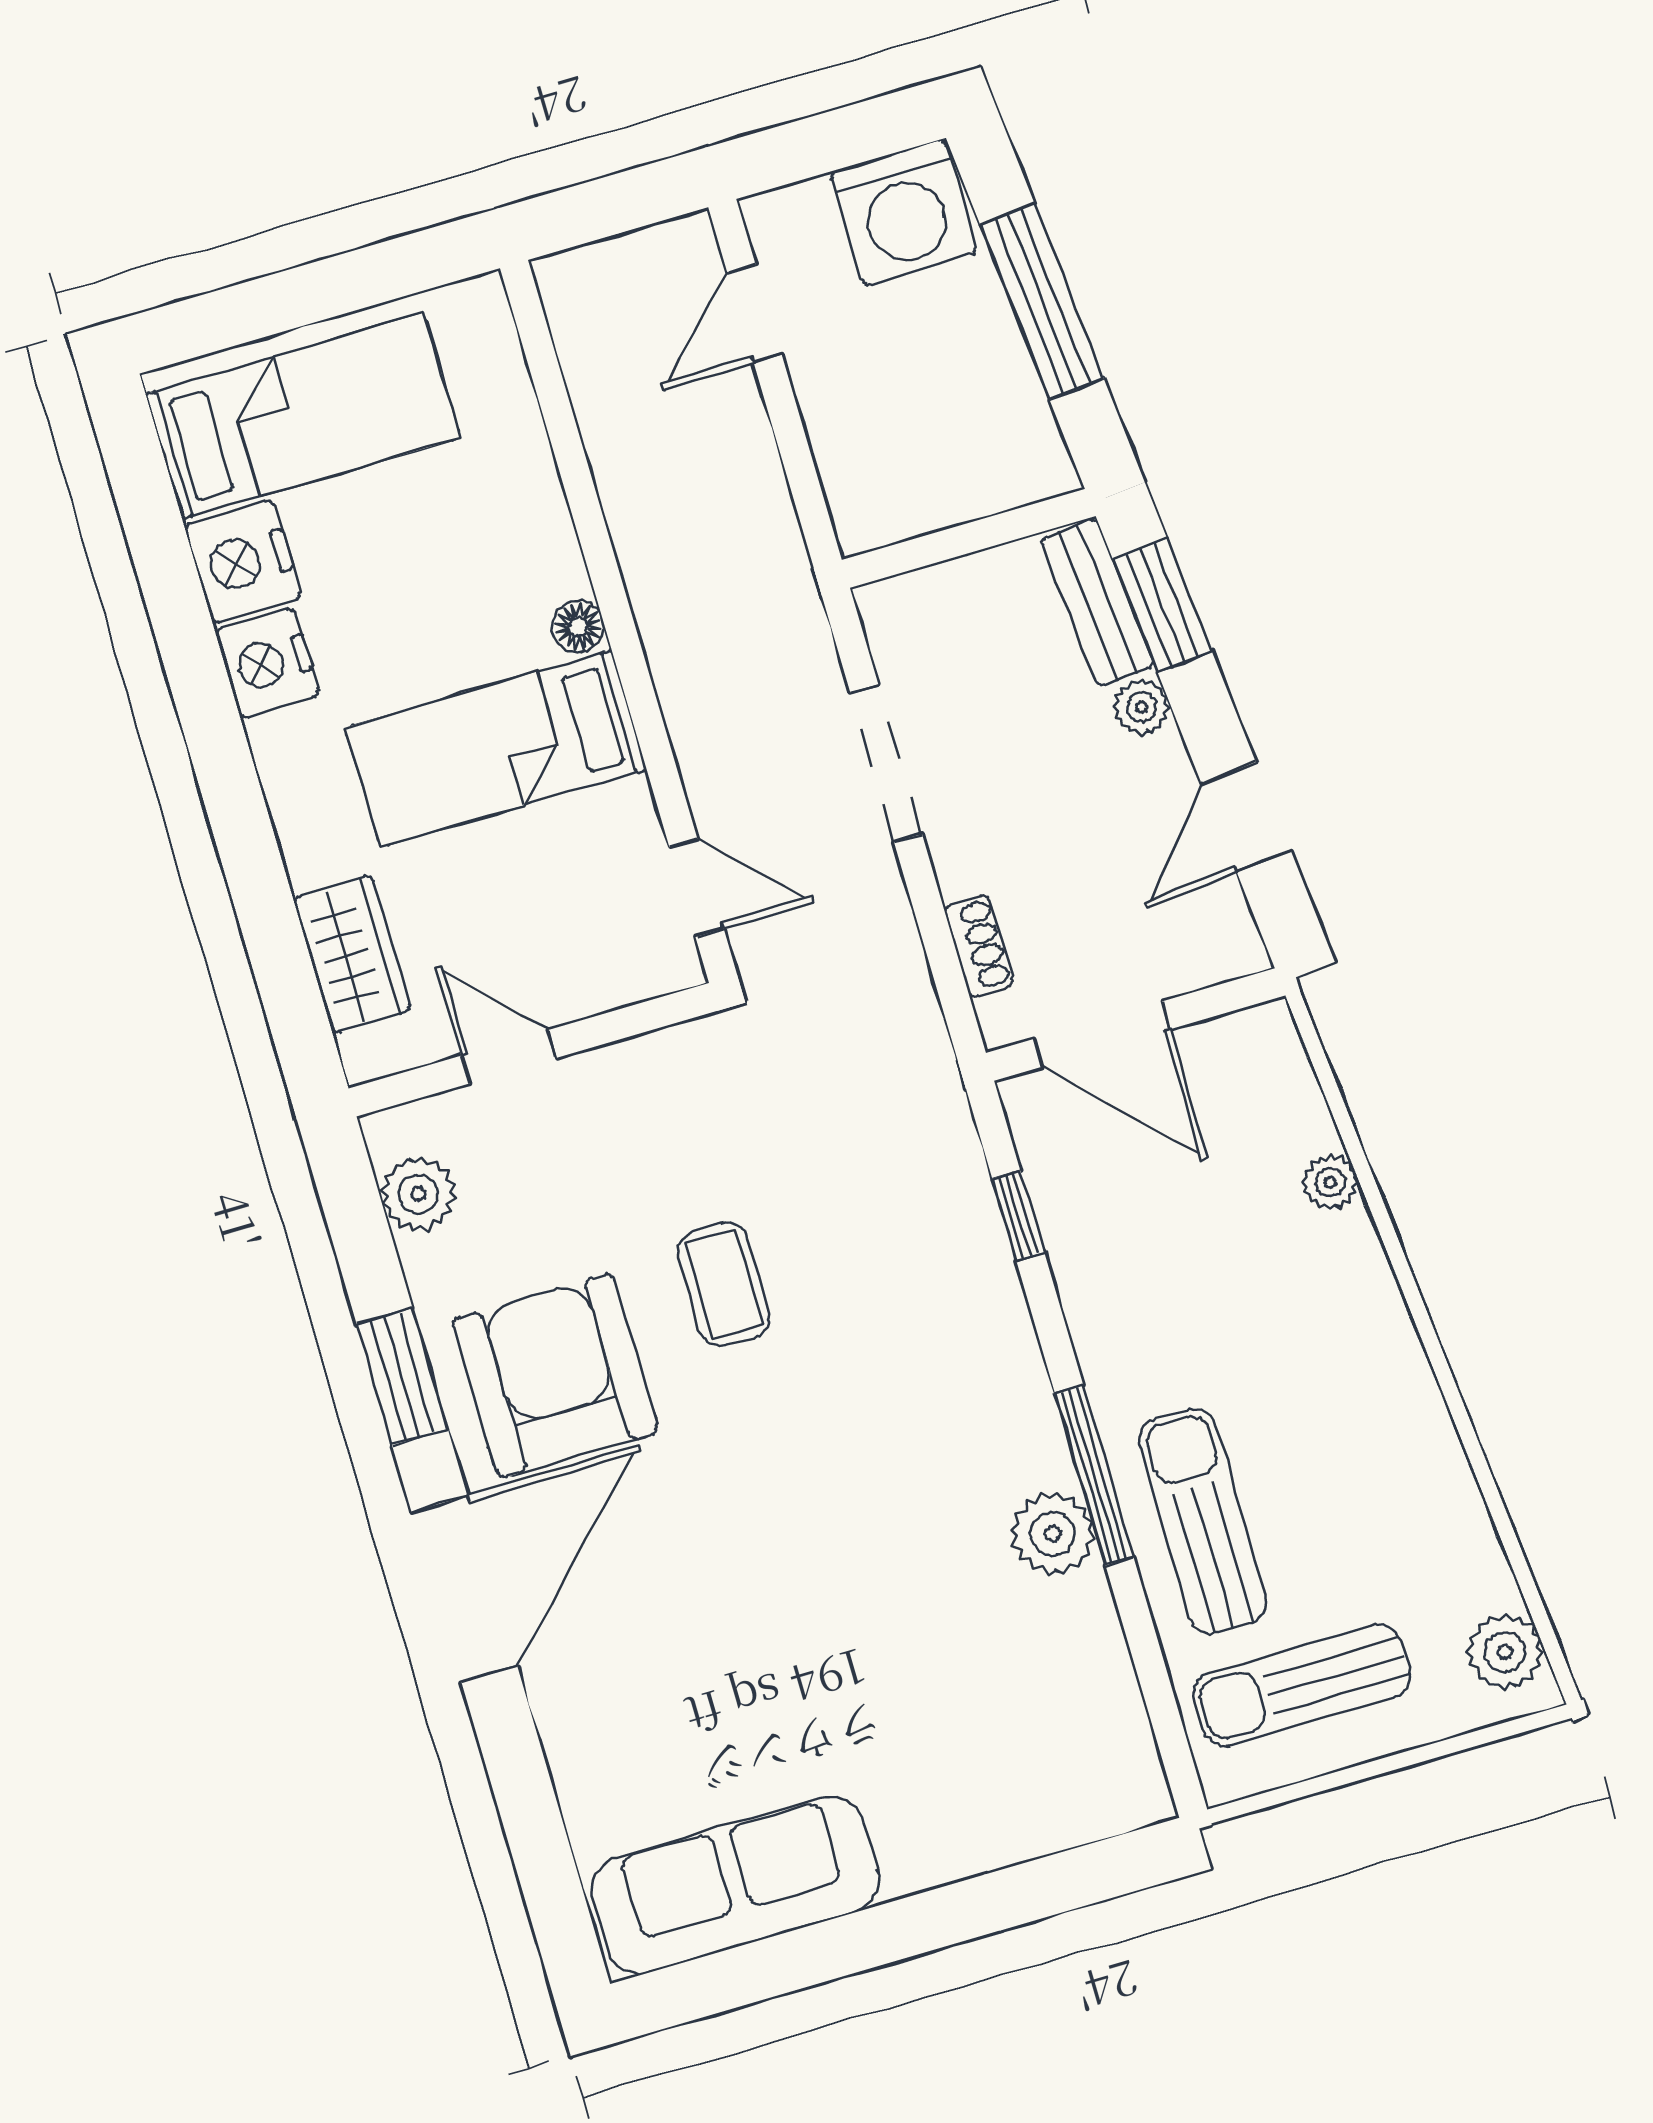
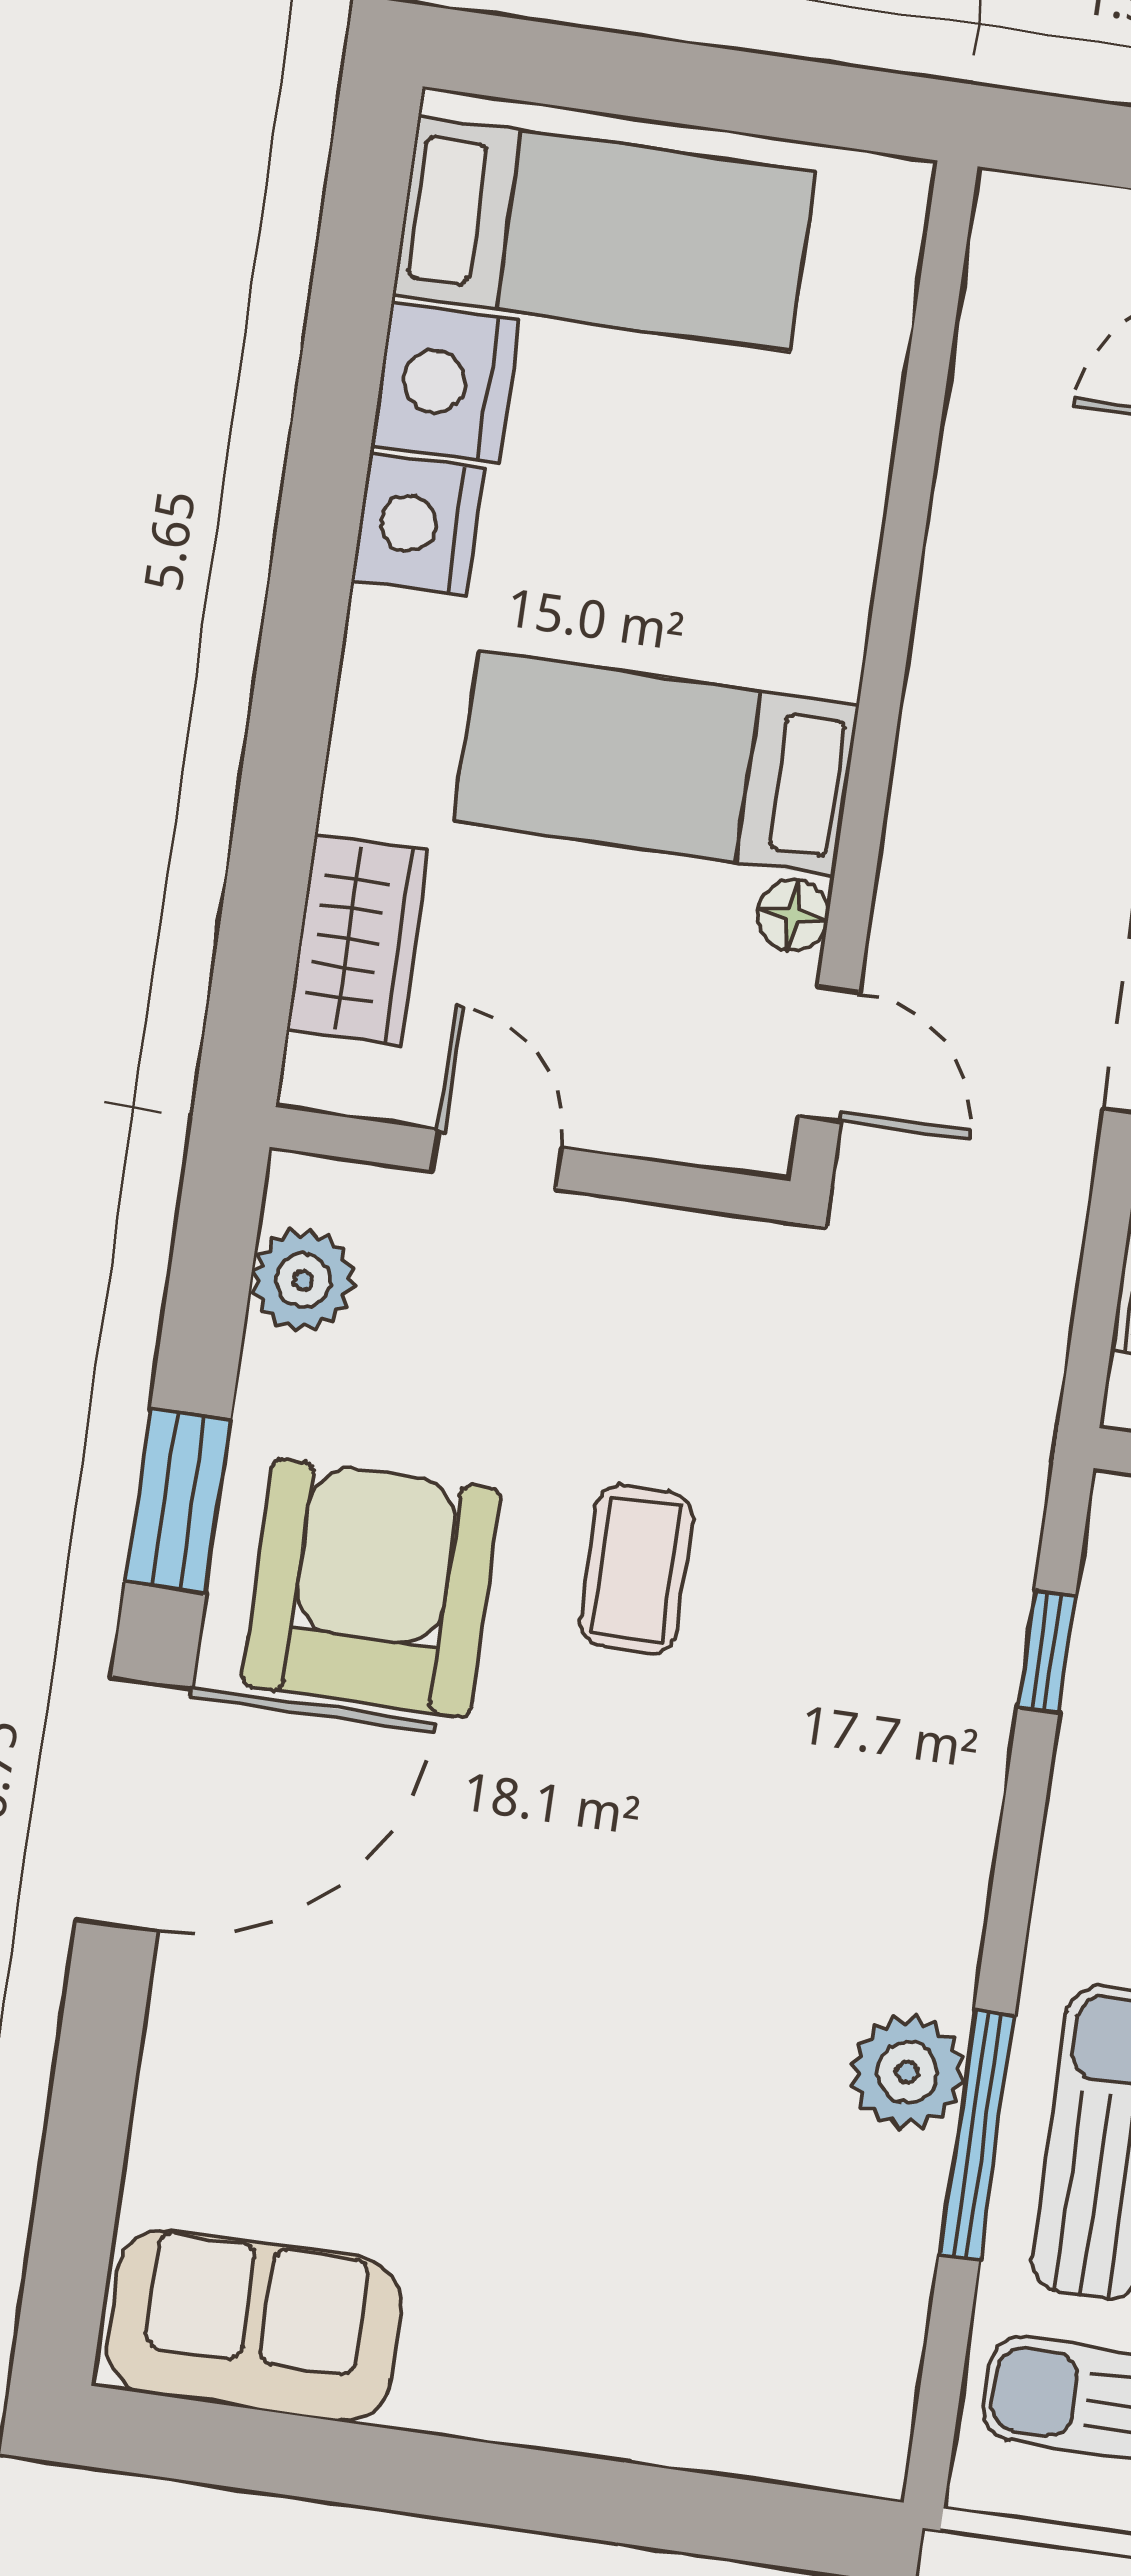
floor lamp: (578, 627) -> (793, 915), moved
window: (1094, 1475) -> (977, 2135), moved
sofa: (735, 1885) -> (254, 2325), width x0.73

